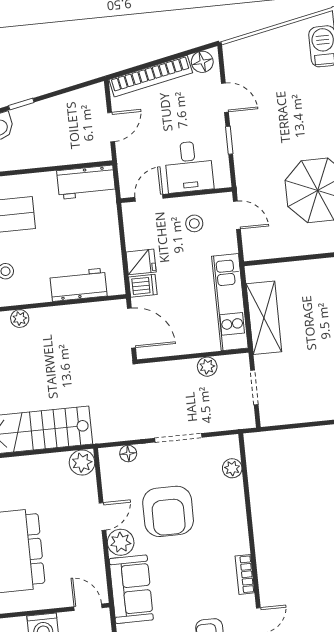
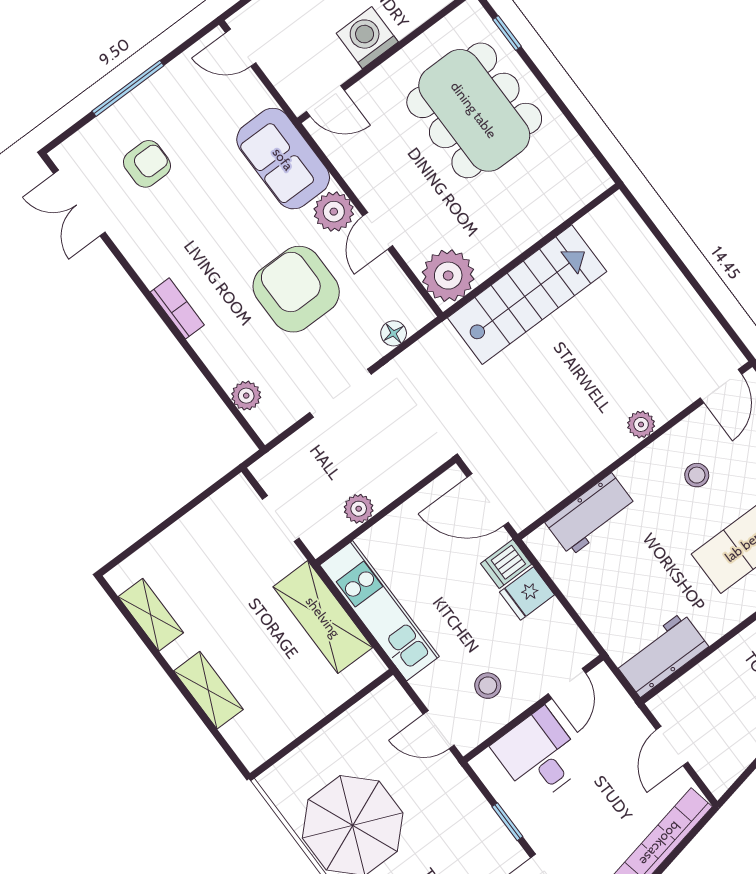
plant: (82, 463) -> (448, 276), width x1.36, depth x1.36
bookcase: (245, 574) -> (177, 308), moved

